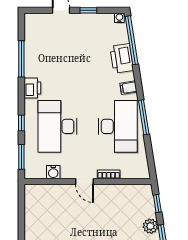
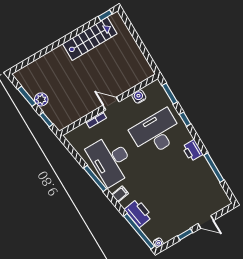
desk: (57, 126) -> (156, 133), turned -90

